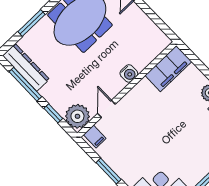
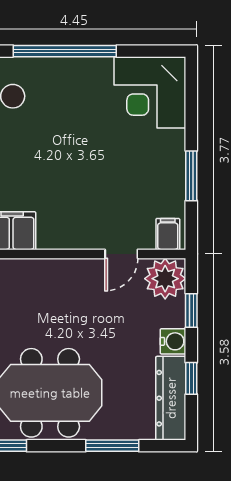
water cooler: (129, 73) -> (173, 341), moved, turned 90
window: (25, 84) -> (191, 378), width x0.46

